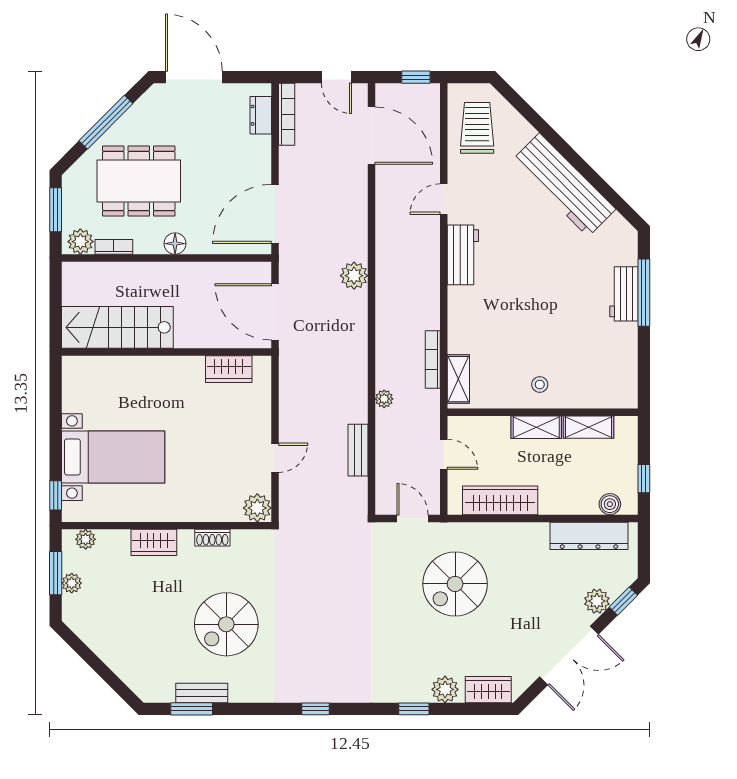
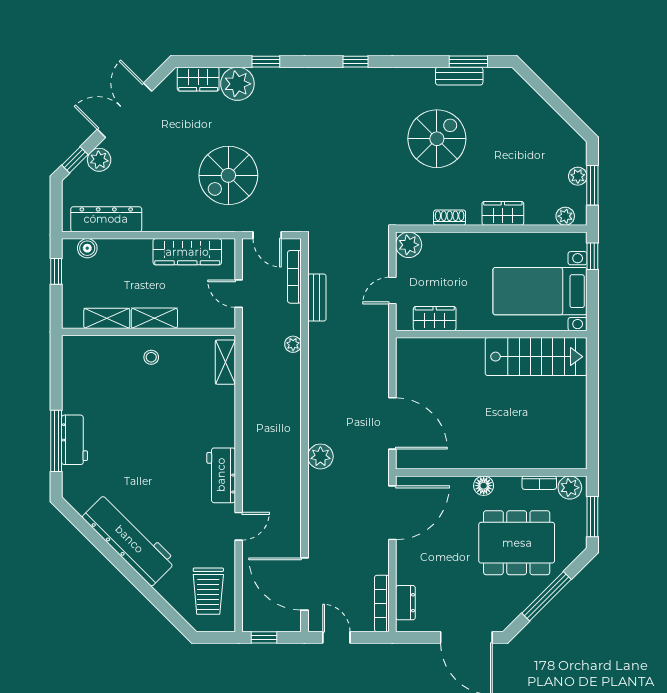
stairs: (117, 327) -> (536, 357), moved
wall: (167, 352) -> (491, 334), moved
bookcase: (433, 359) -> (294, 277), moved, turned 180
wardrobe: (229, 369) -> (435, 319), moved
spiral stairs: (455, 584) -> (228, 175), turned 180
plant: (445, 689) -> (237, 84), width x1.36, depth x1.36

